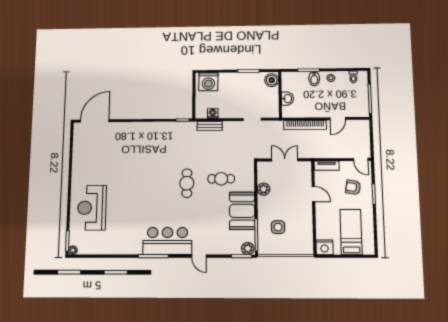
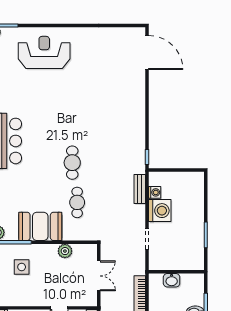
boiler: (272, 80) -> (194, 262), removed
washing machine: (208, 82) -> (160, 211), moved, turned 180
cafe table: (187, 183) -> (72, 163), turned 90

